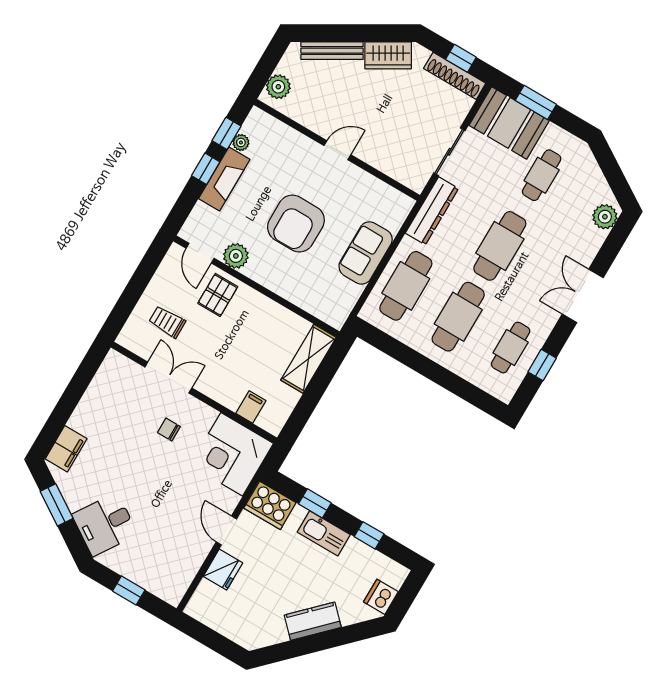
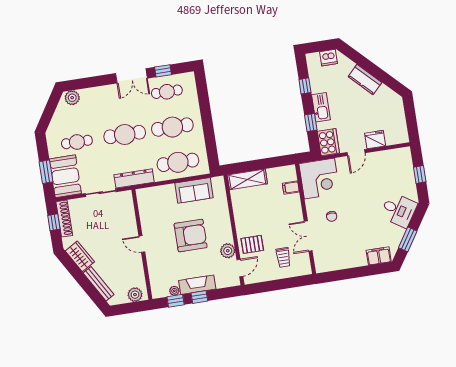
sofa: (366, 253) -> (194, 190), moved
double door: (583, 296) -> (131, 76), moved

